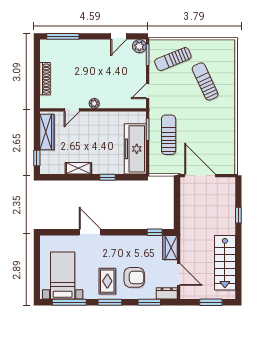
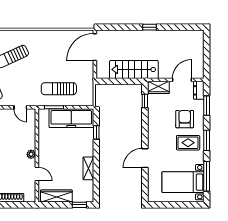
door: (200, 176) -> (95, 47), moved
window: (108, 177) -> (96, 132), moved
window: (238, 215) -> (150, 27), moved
stairs: (225, 263) -> (134, 69), moved, turned 180
window: (211, 302) -> (207, 51), removed

